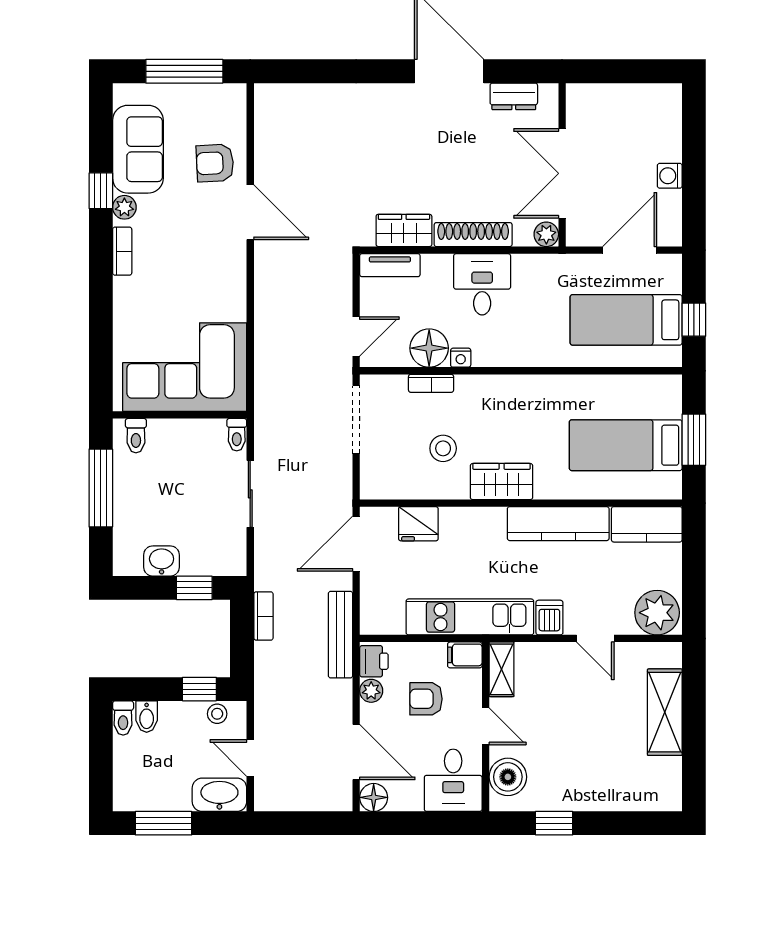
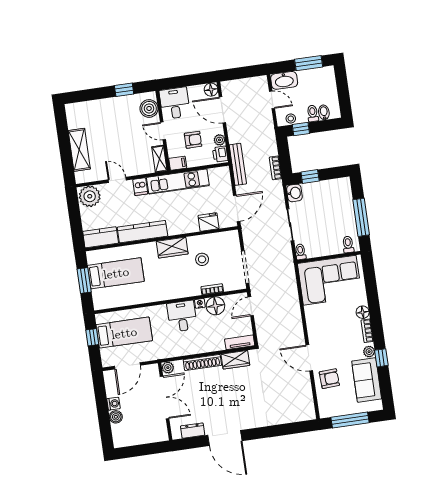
boiler: (669, 148) -> (116, 417), added
desk: (482, 284) -> (182, 316), moved, turned 180
floor lamp: (126, 291) -> (363, 312), added
washbasin: (162, 561) -> (294, 193), moved, turned -90
toilet: (123, 718) -> (313, 113), moved

